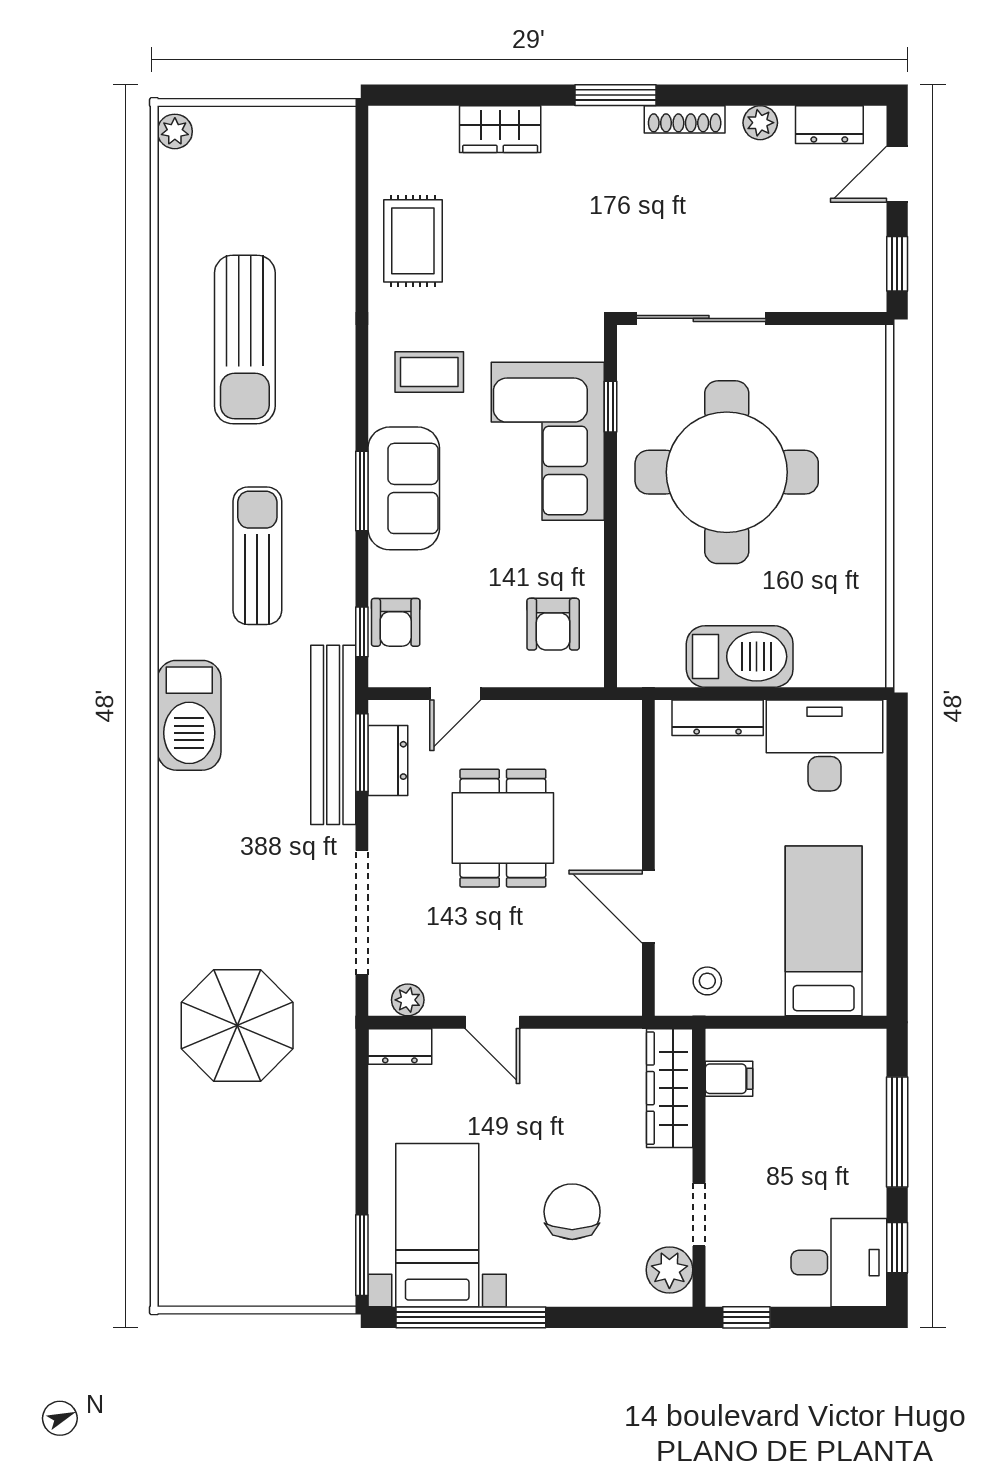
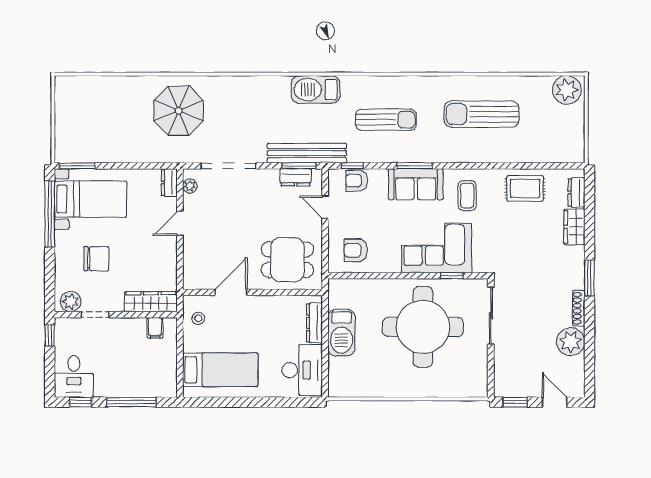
plant: (760, 123) -> (571, 342), width x1.87, depth x1.87
dresser: (829, 125) -> (576, 193), moved
plant: (175, 131) -> (567, 90), width x1.88, depth x1.88
dining table: (503, 828) -> (287, 260), moved

